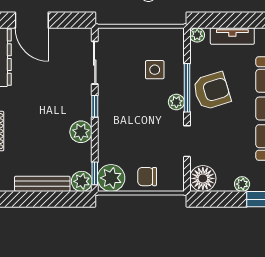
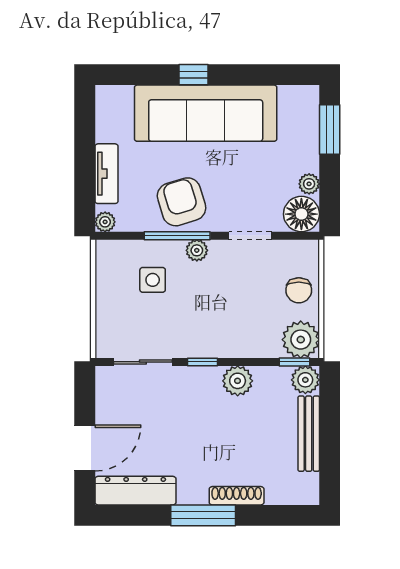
plant: (242, 184) -> (309, 184), moved

